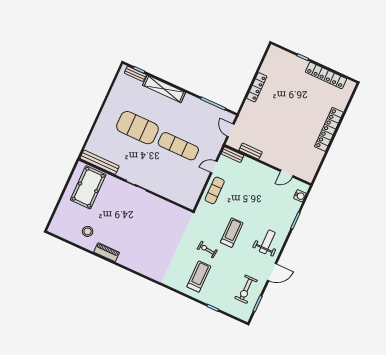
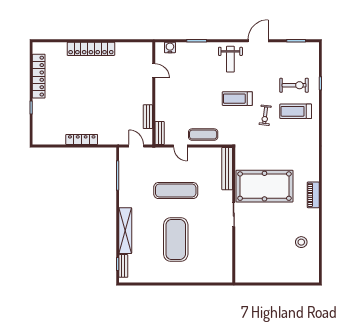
door: (231, 130) -> (136, 146), swing flipped
exercise mat: (178, 146) -> (176, 191), turned 90
bench: (100, 162) -> (227, 169), moved
pool table: (88, 187) -> (264, 186), moved, width x1.36, depth x1.32
weight bench: (267, 242) -> (230, 59), turned -90
piano: (107, 252) -> (313, 195), moved
door: (272, 272) -> (258, 41), hinge flipped
exercise bike: (246, 289) -> (294, 85), moved

